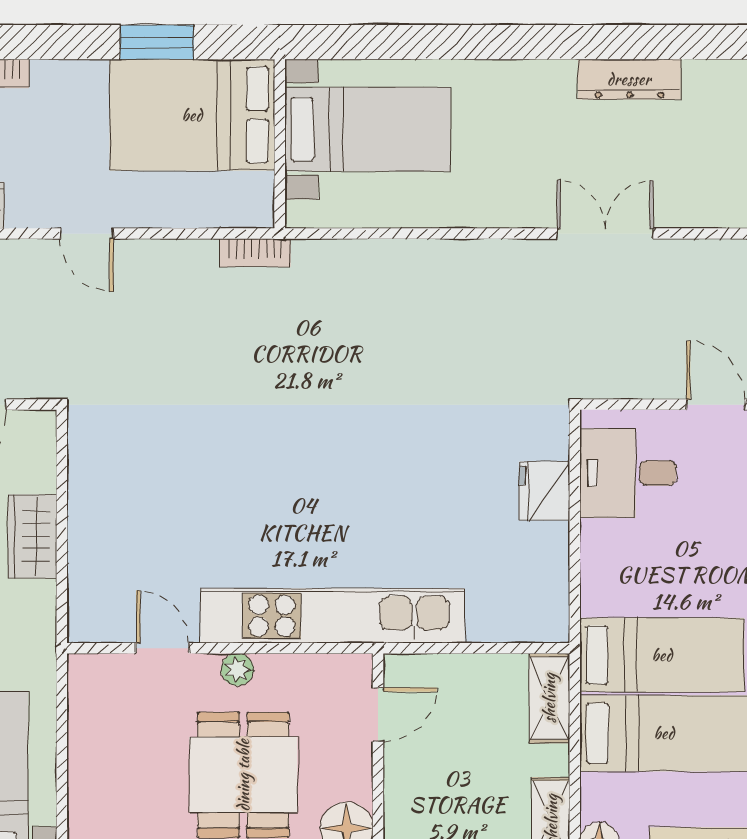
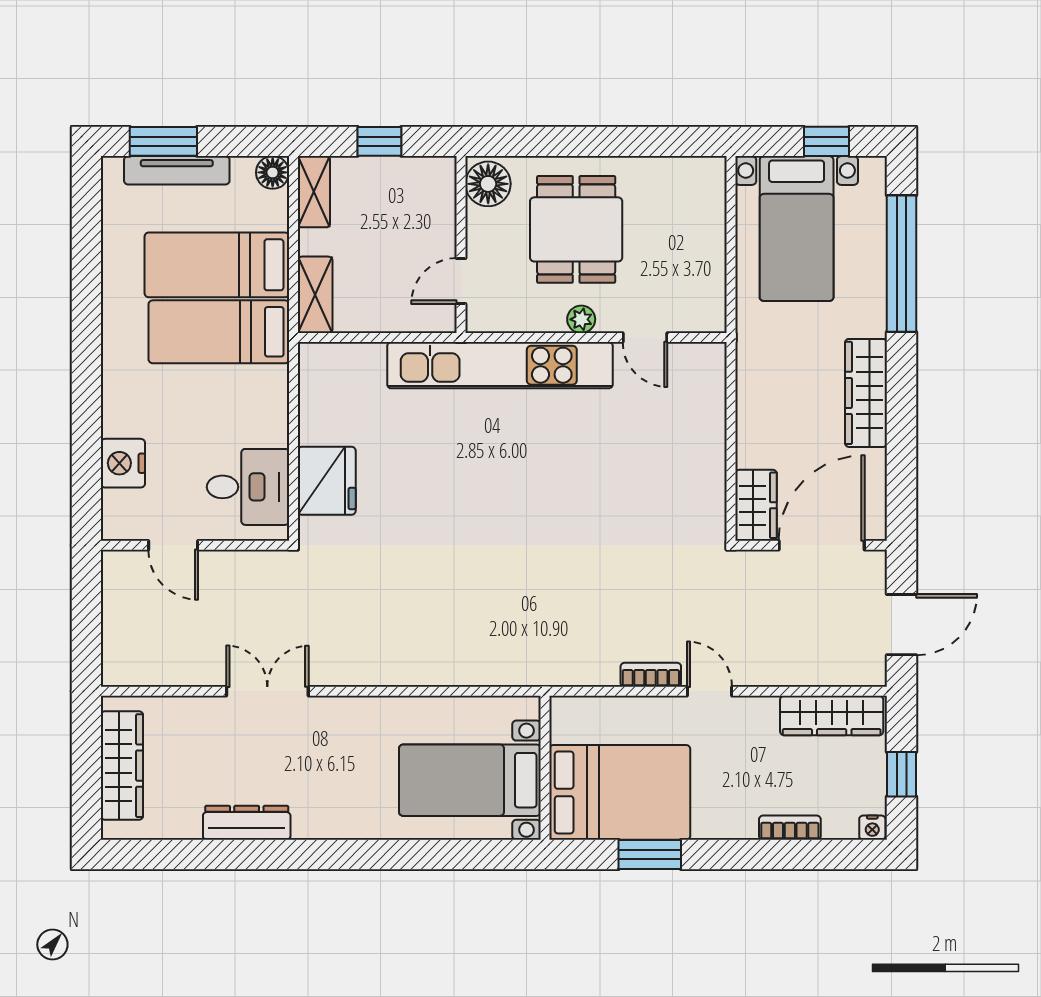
double door: (605, 234) -> (267, 691), swing flipped
bookcase: (255, 253) -> (651, 675), moved
fridge: (544, 491) -> (327, 481), width x1.36, depth x1.34
wardrobe: (32, 536) -> (756, 505), moved

